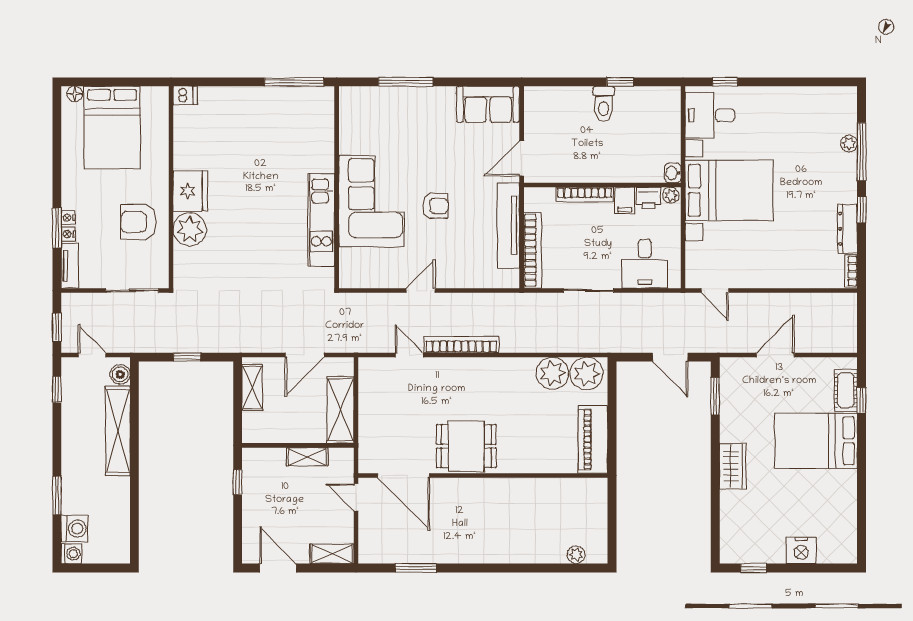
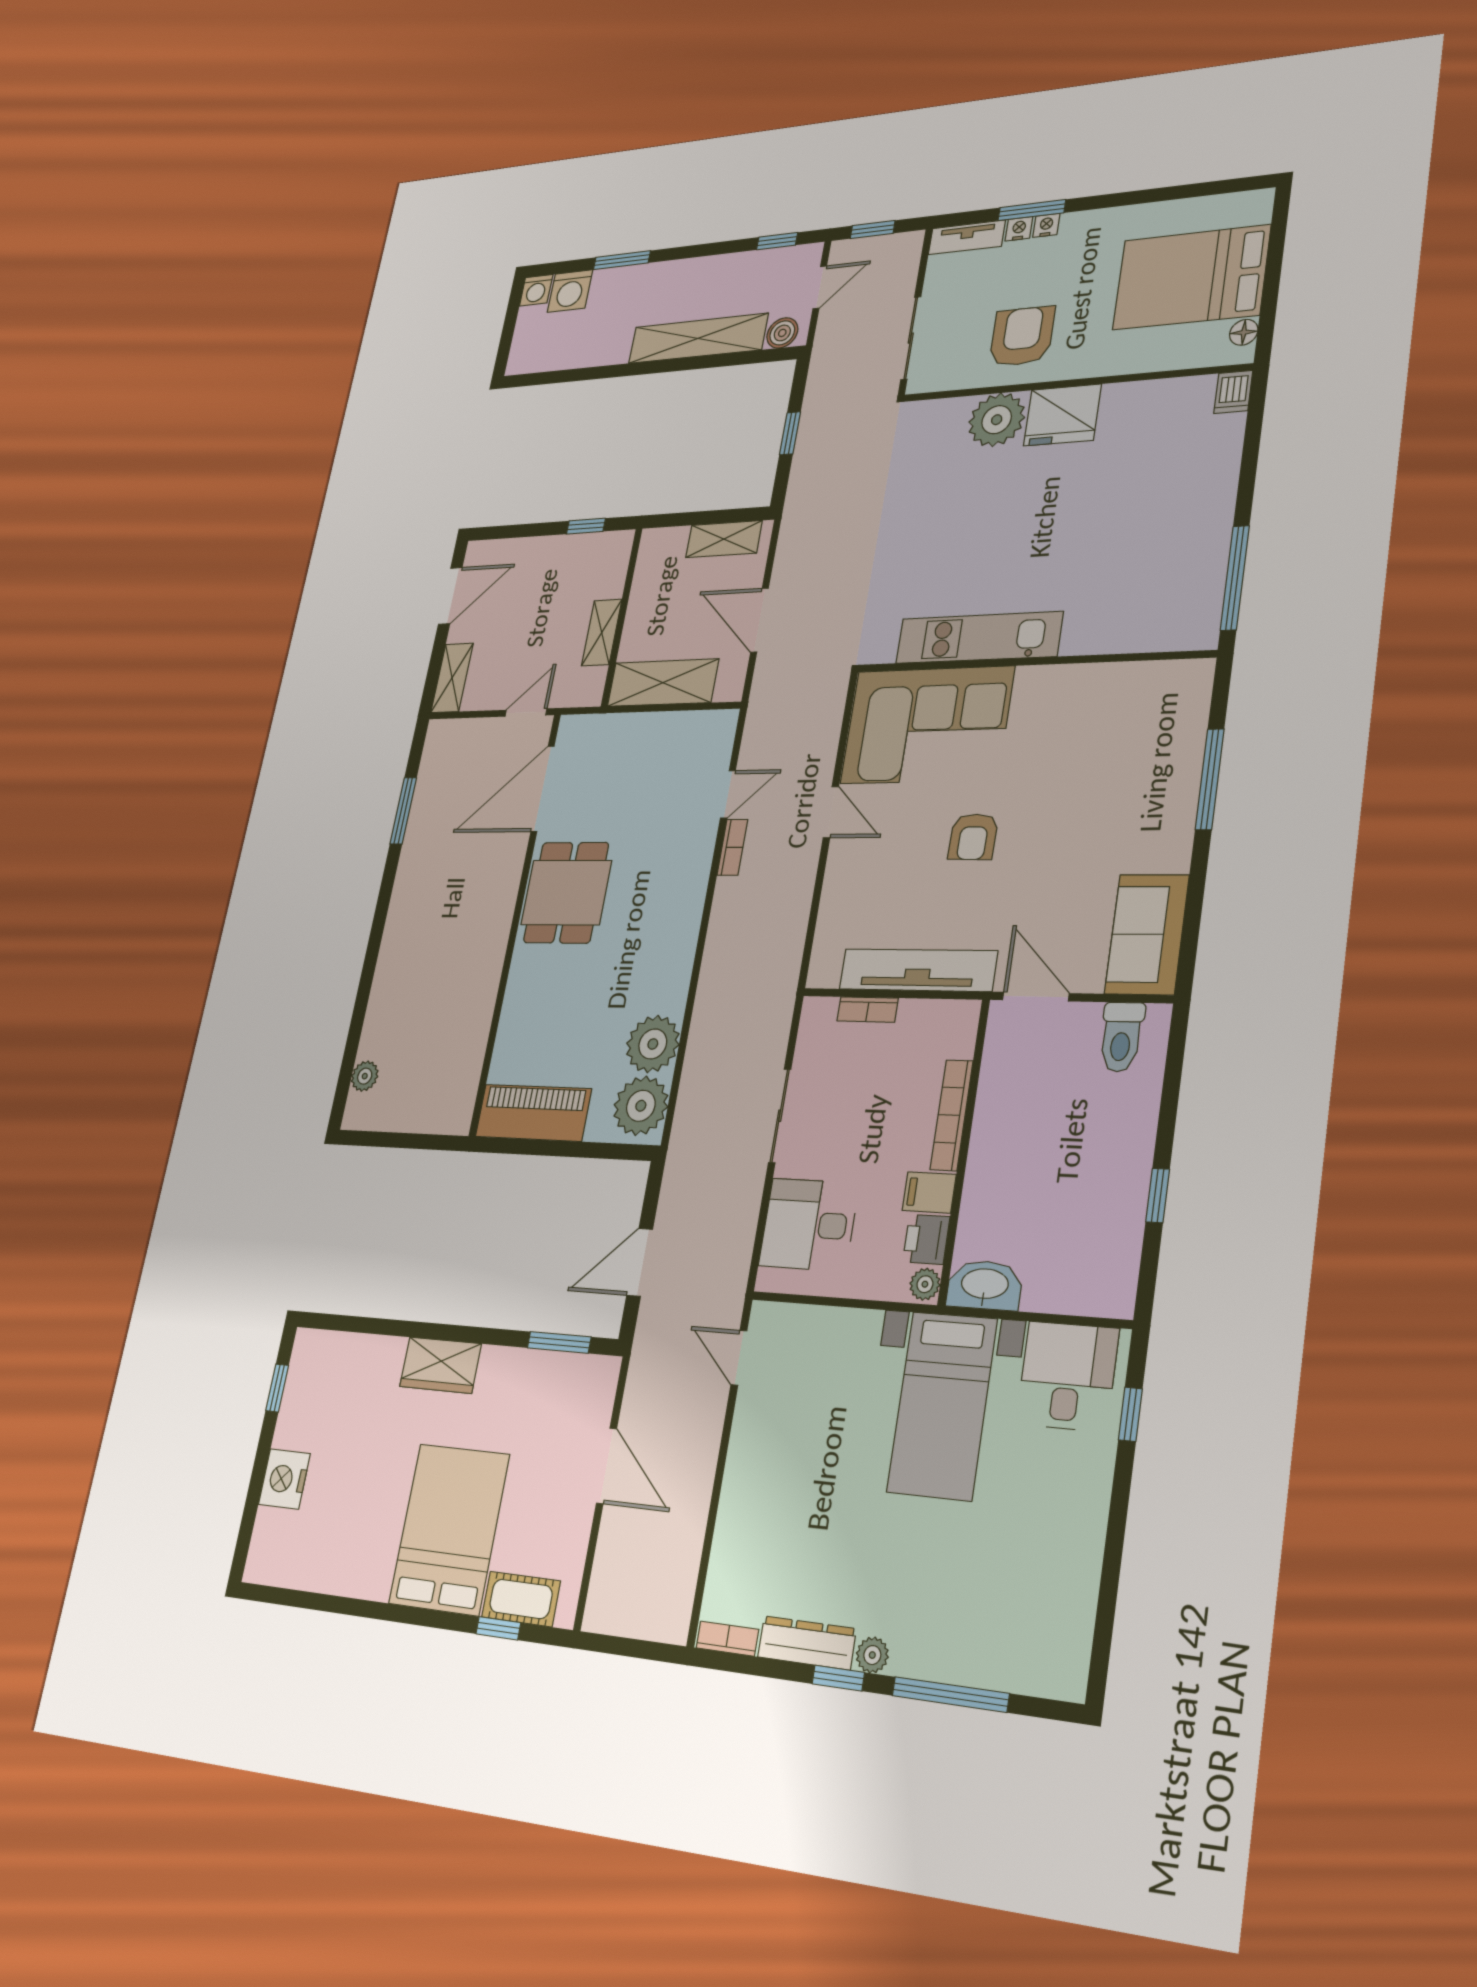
floor lamp: (75, 94) -> (1244, 332), moved
toilet: (604, 104) -> (1121, 1037), moved, turned -90
plant: (849, 144) -> (872, 1655), moved
washbasin: (673, 173) -> (985, 1285), width x1.91, depth x1.45
bed with nightstands: (729, 190) -> (942, 1405), width x0.73
corner sofa: (371, 201) -> (927, 725), moved
bookcase: (532, 250) -> (868, 1010), width x0.43, depth x0.76
door: (715, 290) -> (739, 1358), hinge flipped
bookcase: (461, 344) -> (732, 847), width x0.43, depth x0.76

